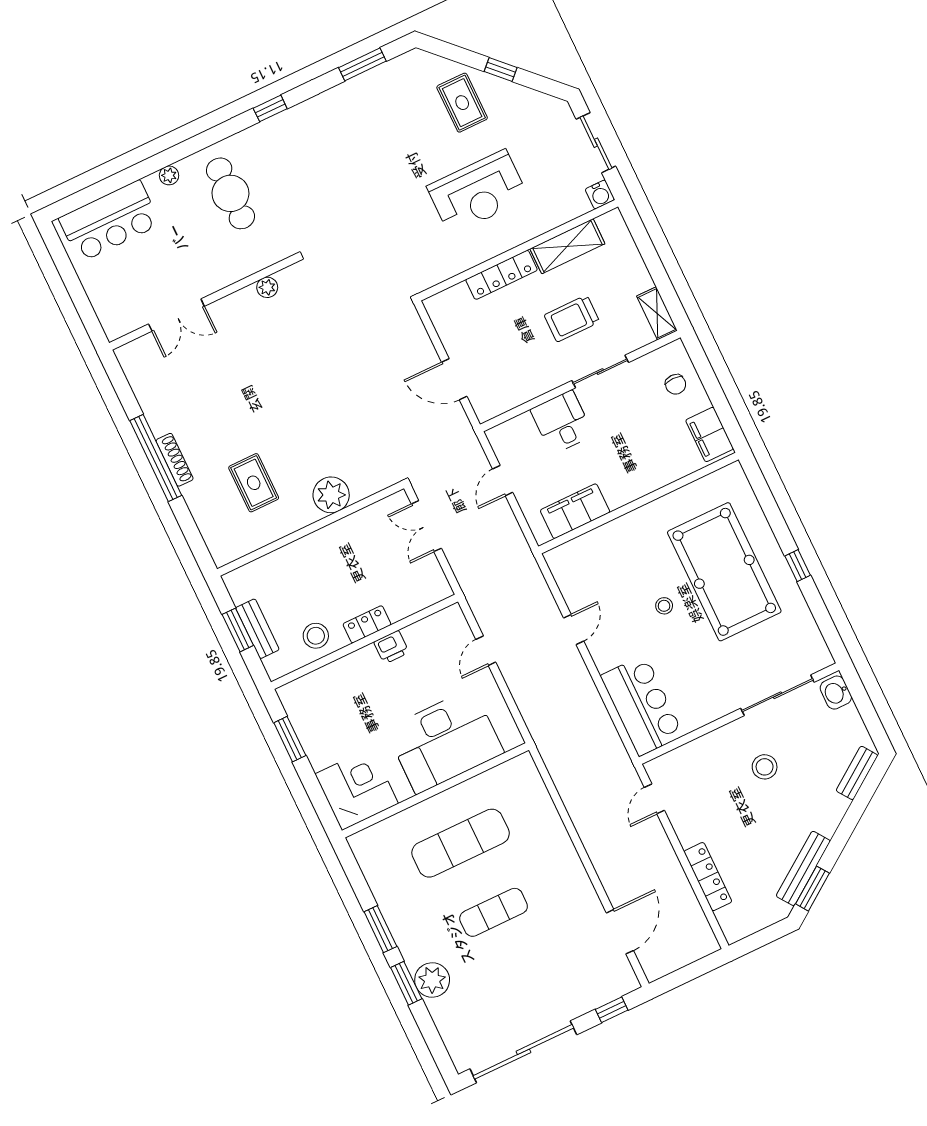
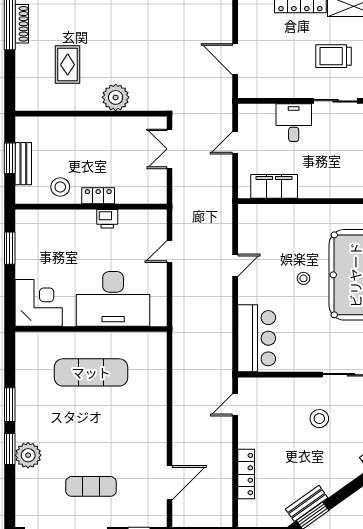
bench: (803, 868) -> (307, 503), width x0.73
exercise mat: (494, 912) -> (91, 486), moved

